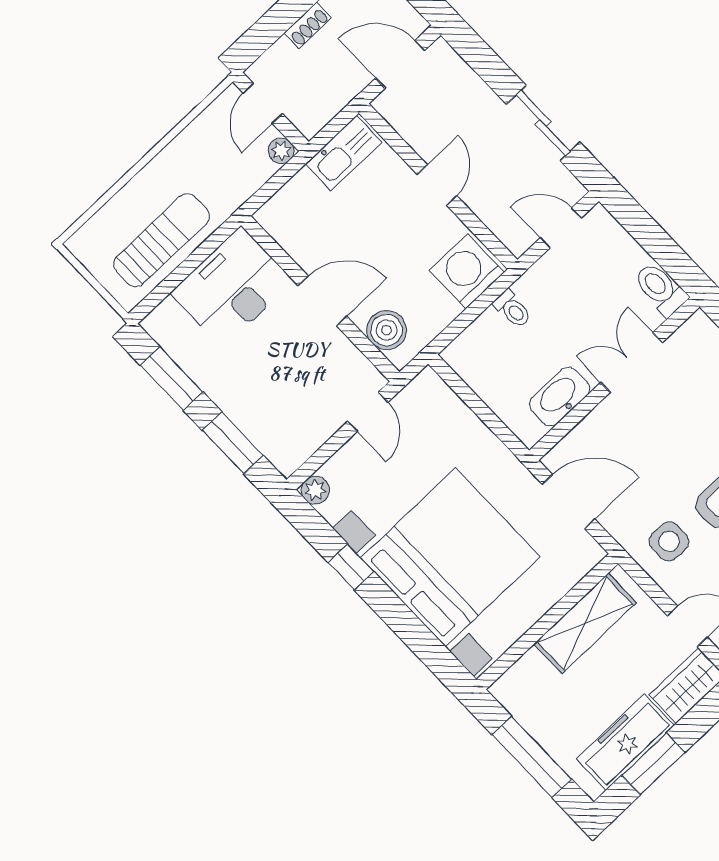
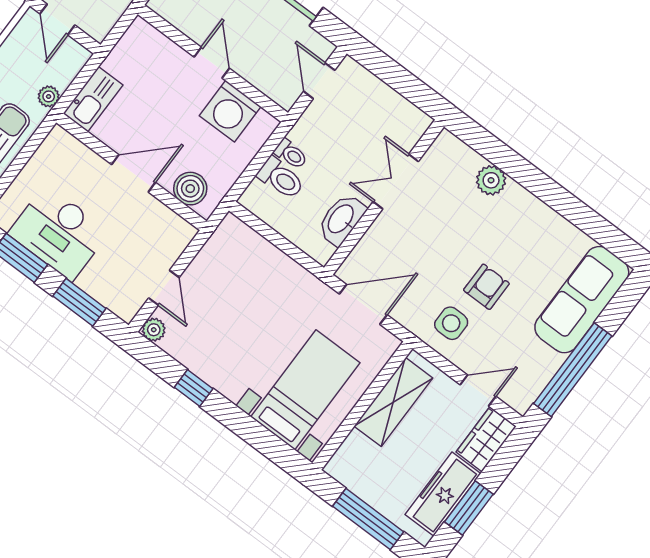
plant: (281, 151) -> (49, 96), moved
kitchen sink: (344, 153) -> (93, 99), moved
door: (561, 228) -> (319, 81), hinge flipped
washing machine: (467, 272) -> (230, 111), moved, turned -90
desk: (232, 287) -> (59, 233), moved, turned -90
toilet: (660, 289) -> (281, 178), moved, turned 180
door: (368, 412) -> (164, 288), moved
bed with nightstands: (450, 557) -> (305, 390), width x0.54

